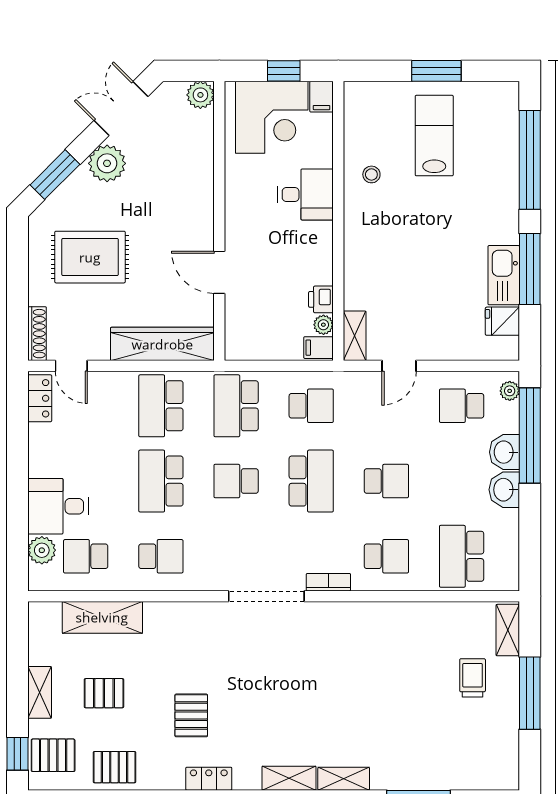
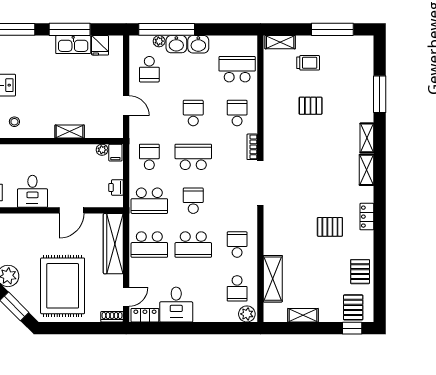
desk: (305, 194) -> (32, 191), moved, turned 180
rug: (90, 257) -> (63, 286), width x1.37, depth x1.44
printer: (321, 299) -> (116, 187), moved, turned 90
shoe rack: (37, 334) -> (112, 317), width x0.70
shelving: (355, 336) -> (70, 131), moved
plant: (510, 391) -> (159, 41), moved
school desk: (236, 481) -> (193, 201), turned 180
desk: (58, 506) -> (176, 305), moved
plant: (42, 550) -> (247, 314), moved
school desk: (462, 556) -> (237, 69), turned 180
trolley: (473, 678) -> (308, 63), turned 180
shelving: (40, 692) -> (303, 315), moved
pallet: (104, 693) -> (311, 106), moved, turned 90
window: (530, 693) -> (332, 29), moved

